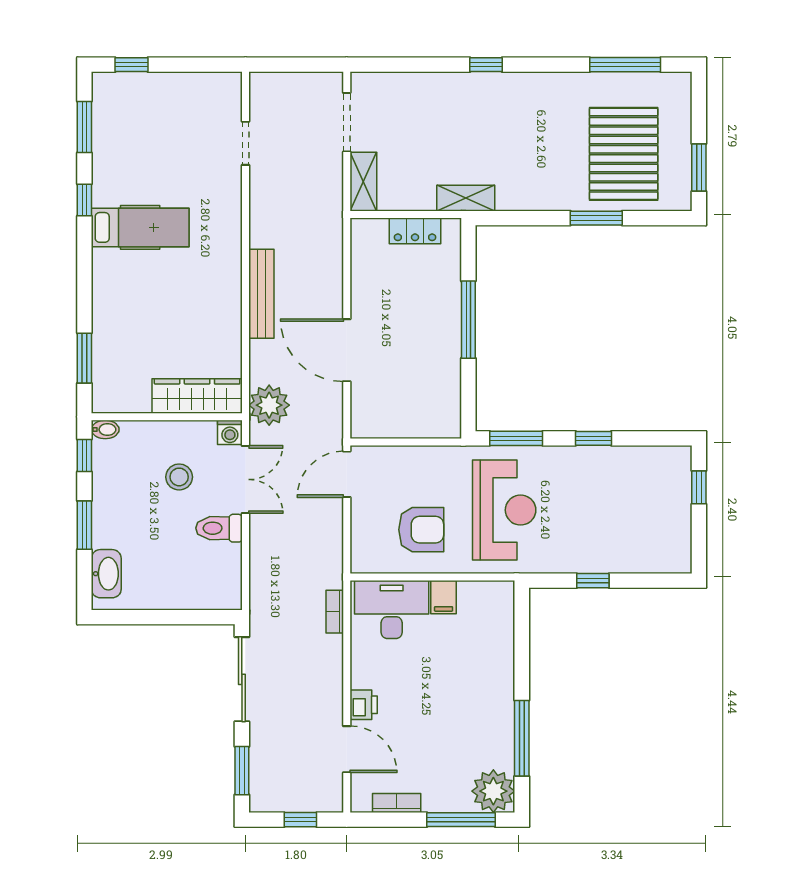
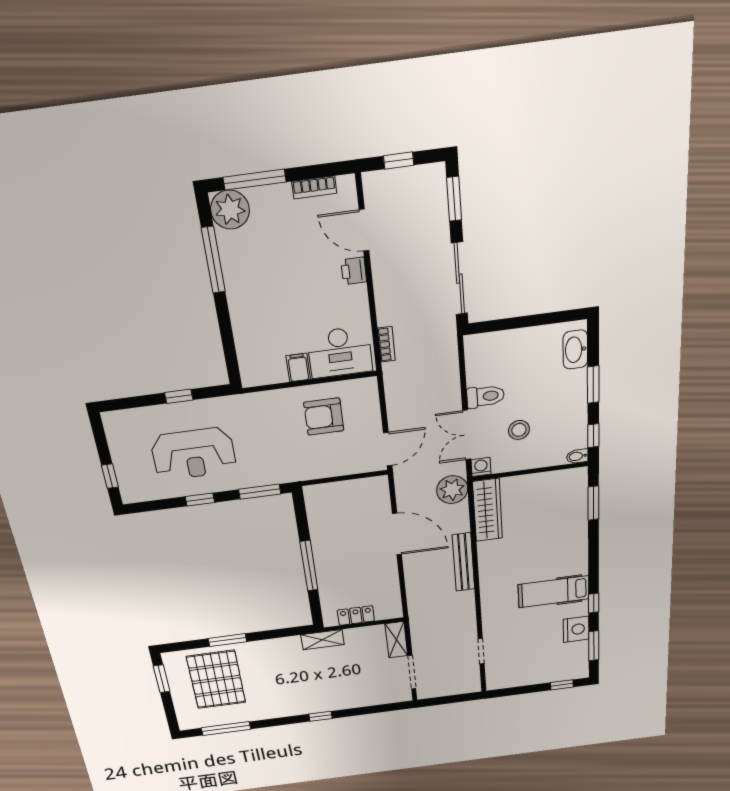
nightstand: (109, 160) -> (576, 629), added
wardrobe: (197, 396) -> (488, 510), moved, turned -90
reception desk: (504, 510) -> (194, 454), moved, turned -90

